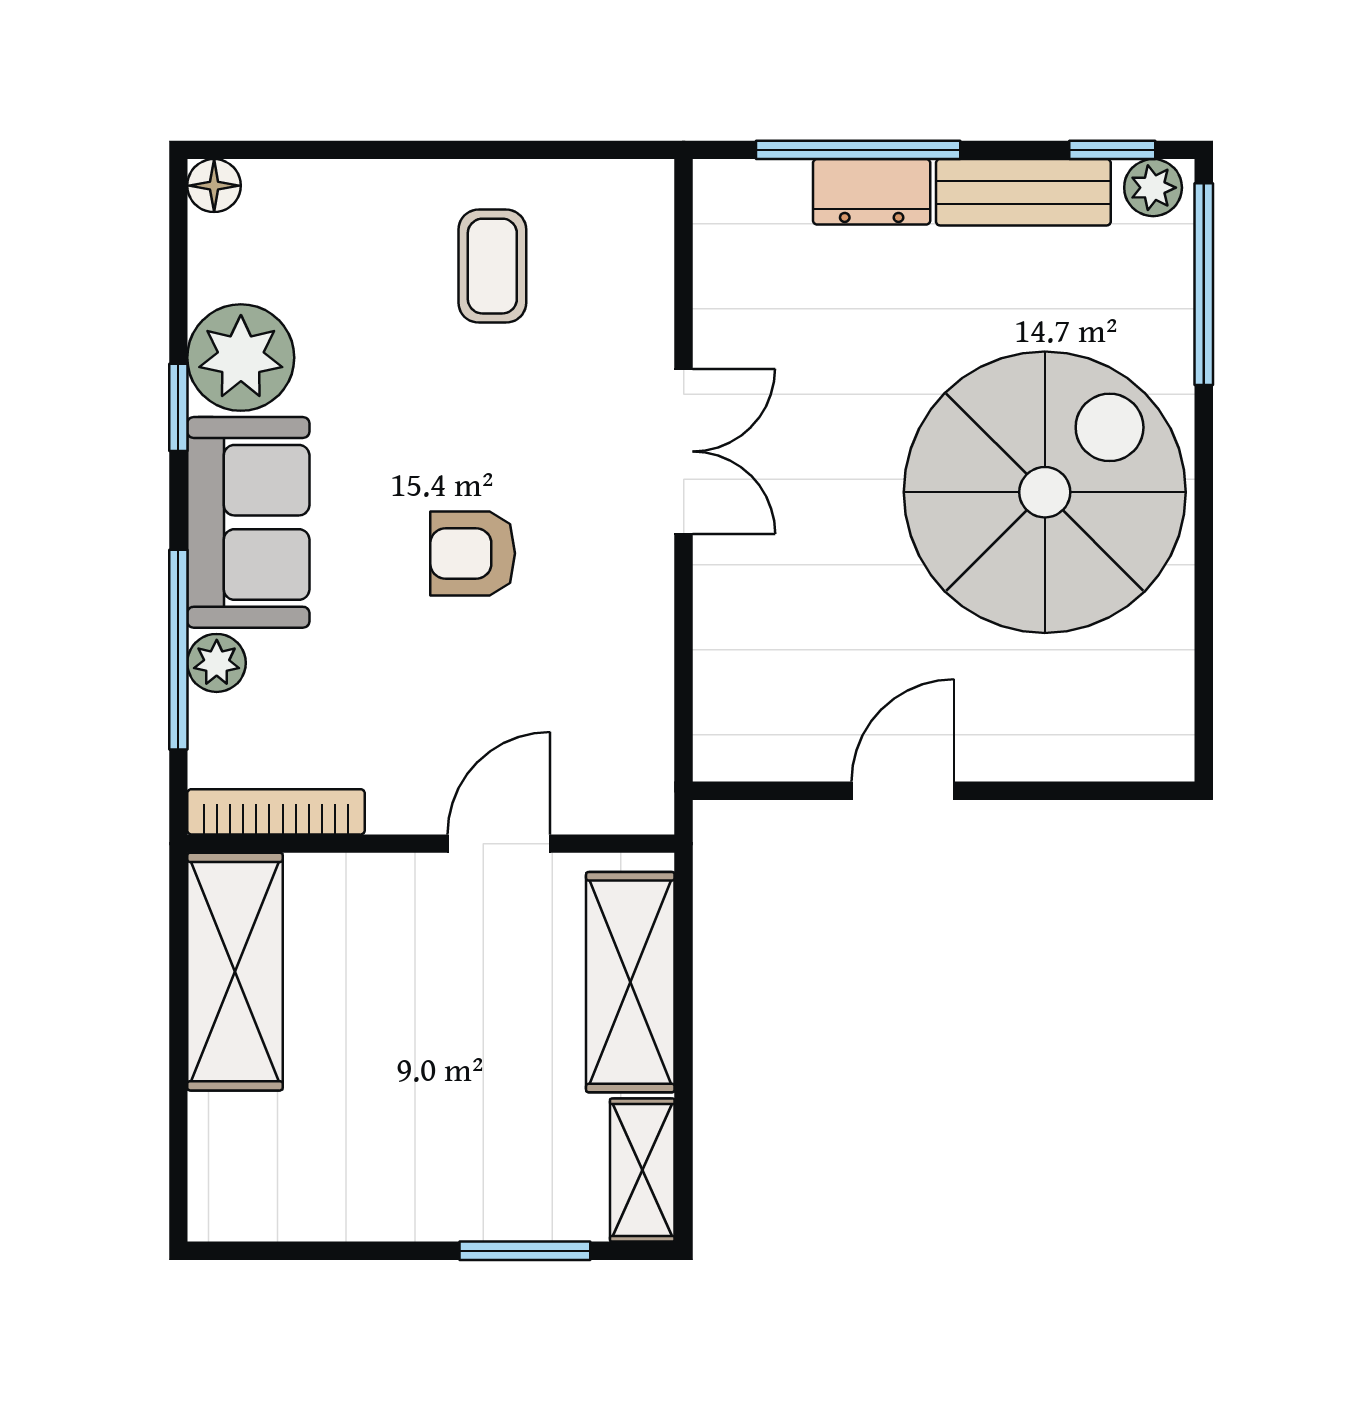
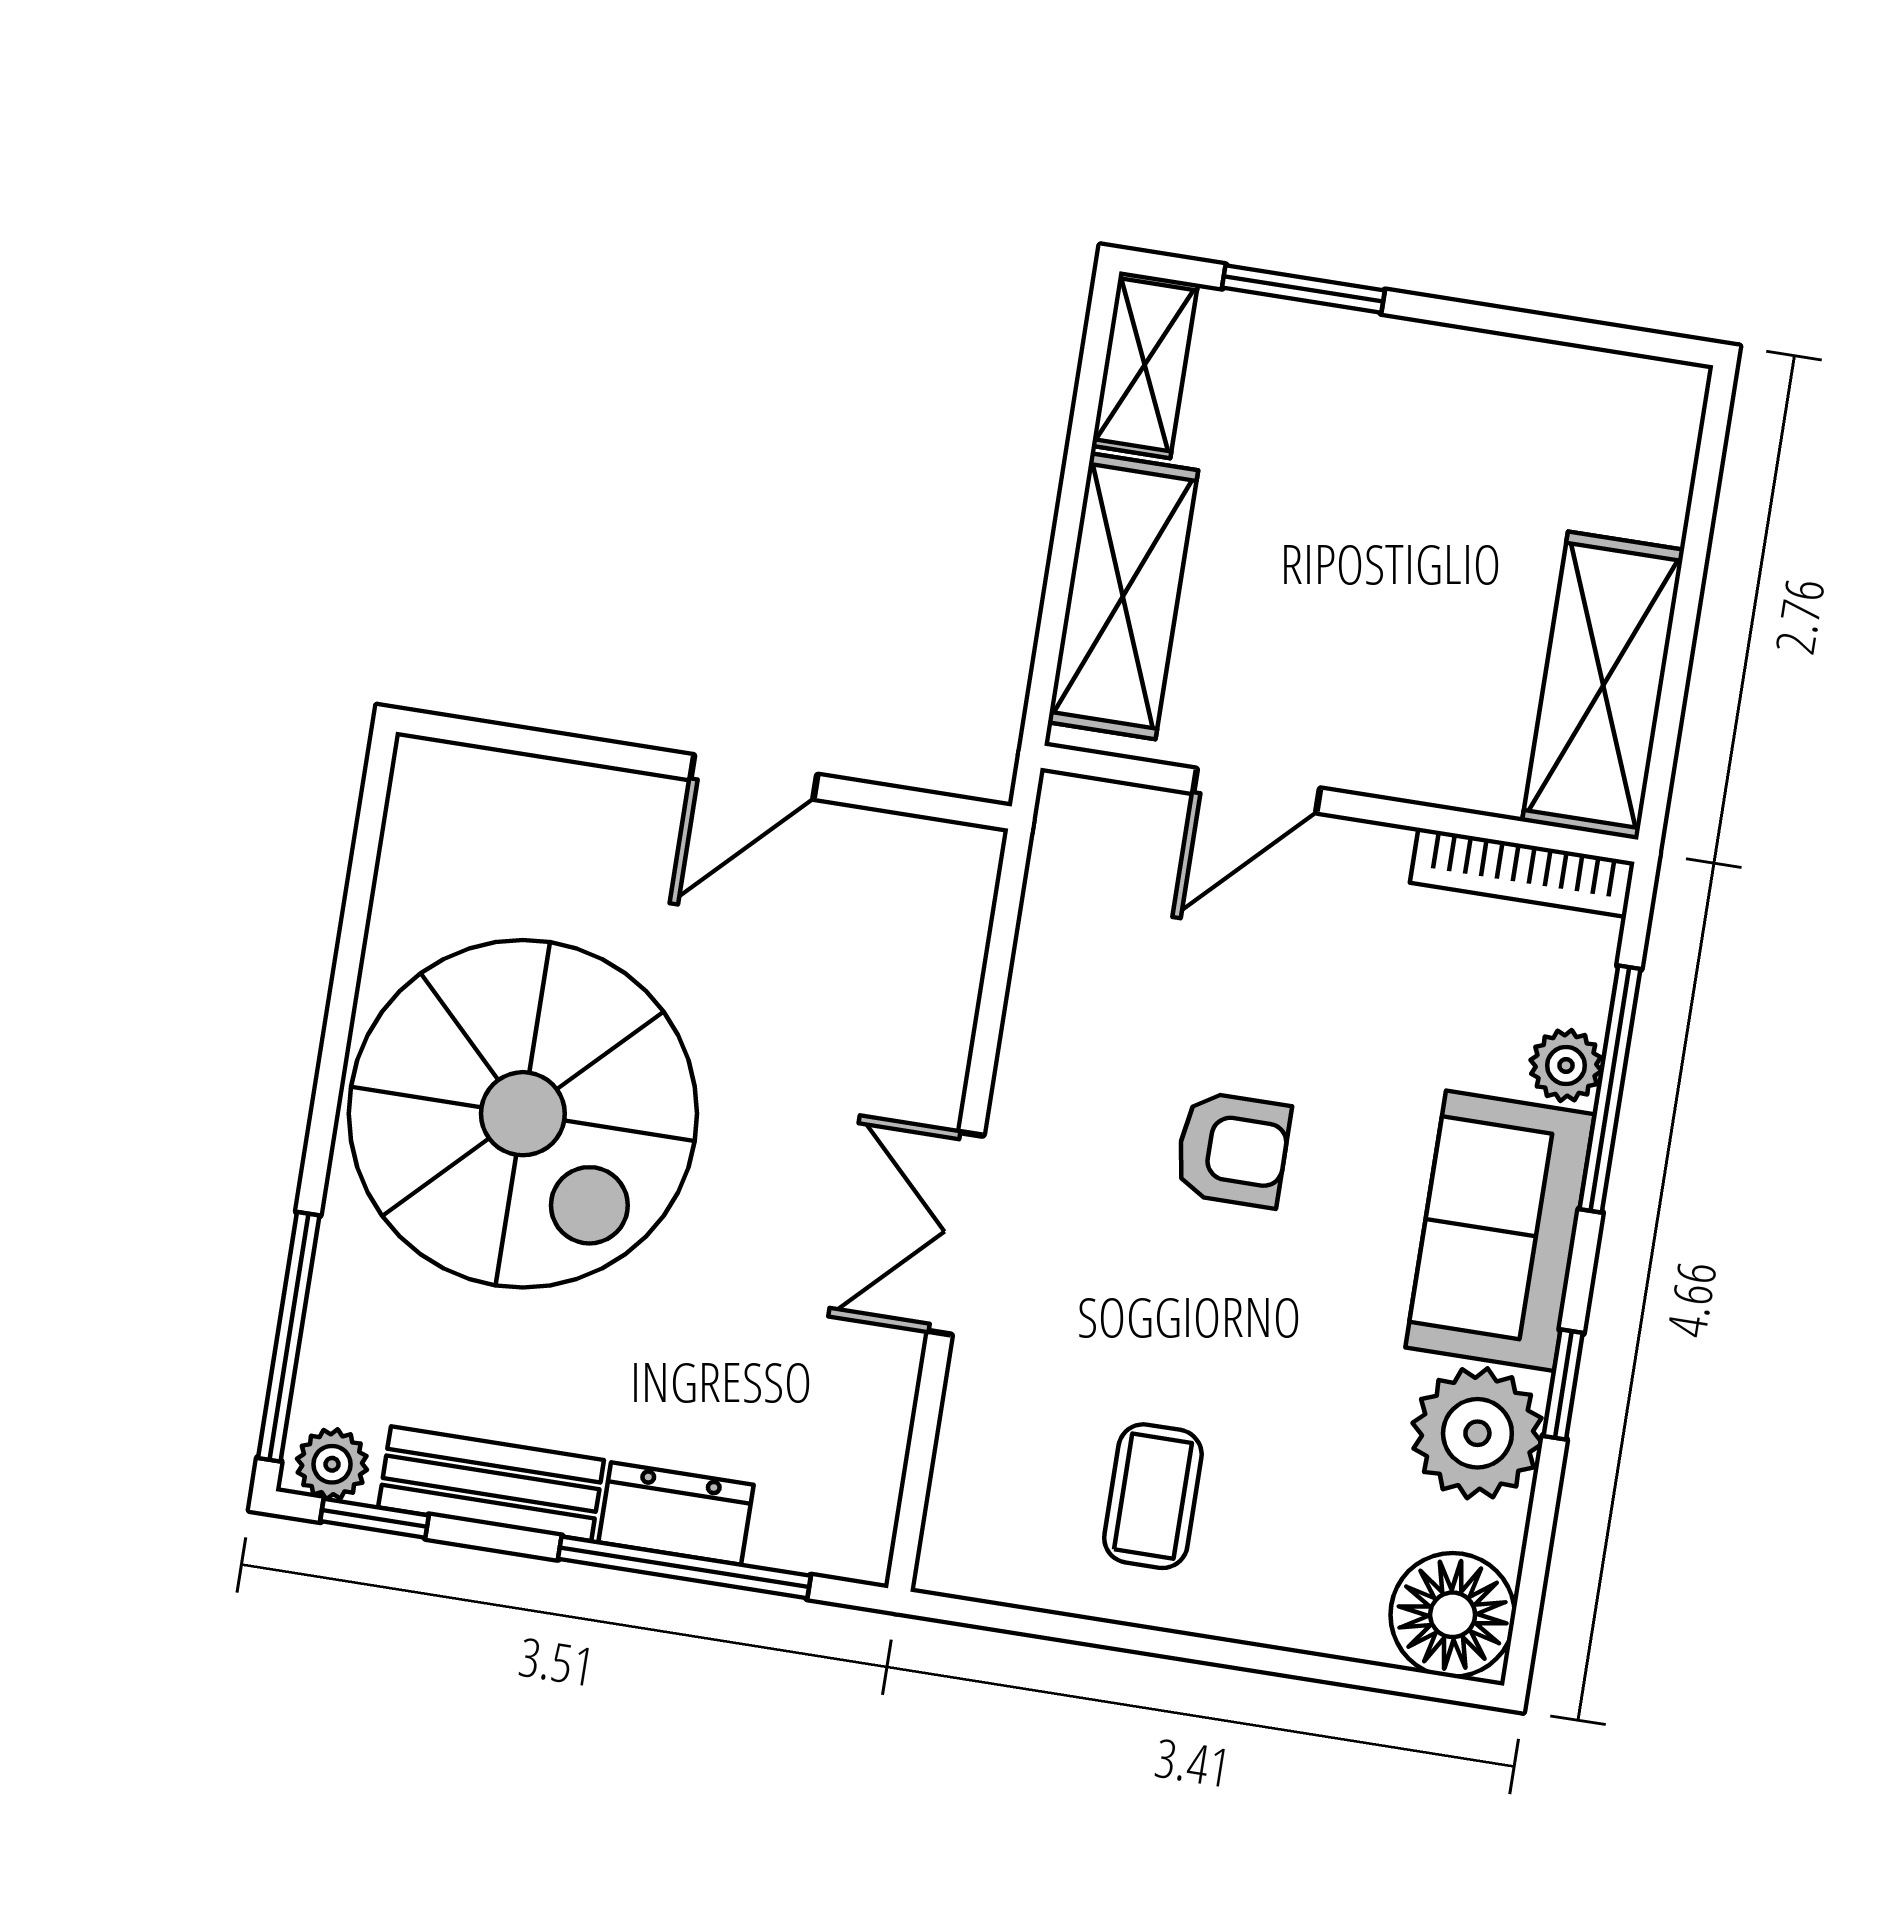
floor lamp: (214, 186) -> (1453, 1615), width x1.89, depth x1.89
spiral stairs: (1045, 492) -> (523, 1114), turned -90

